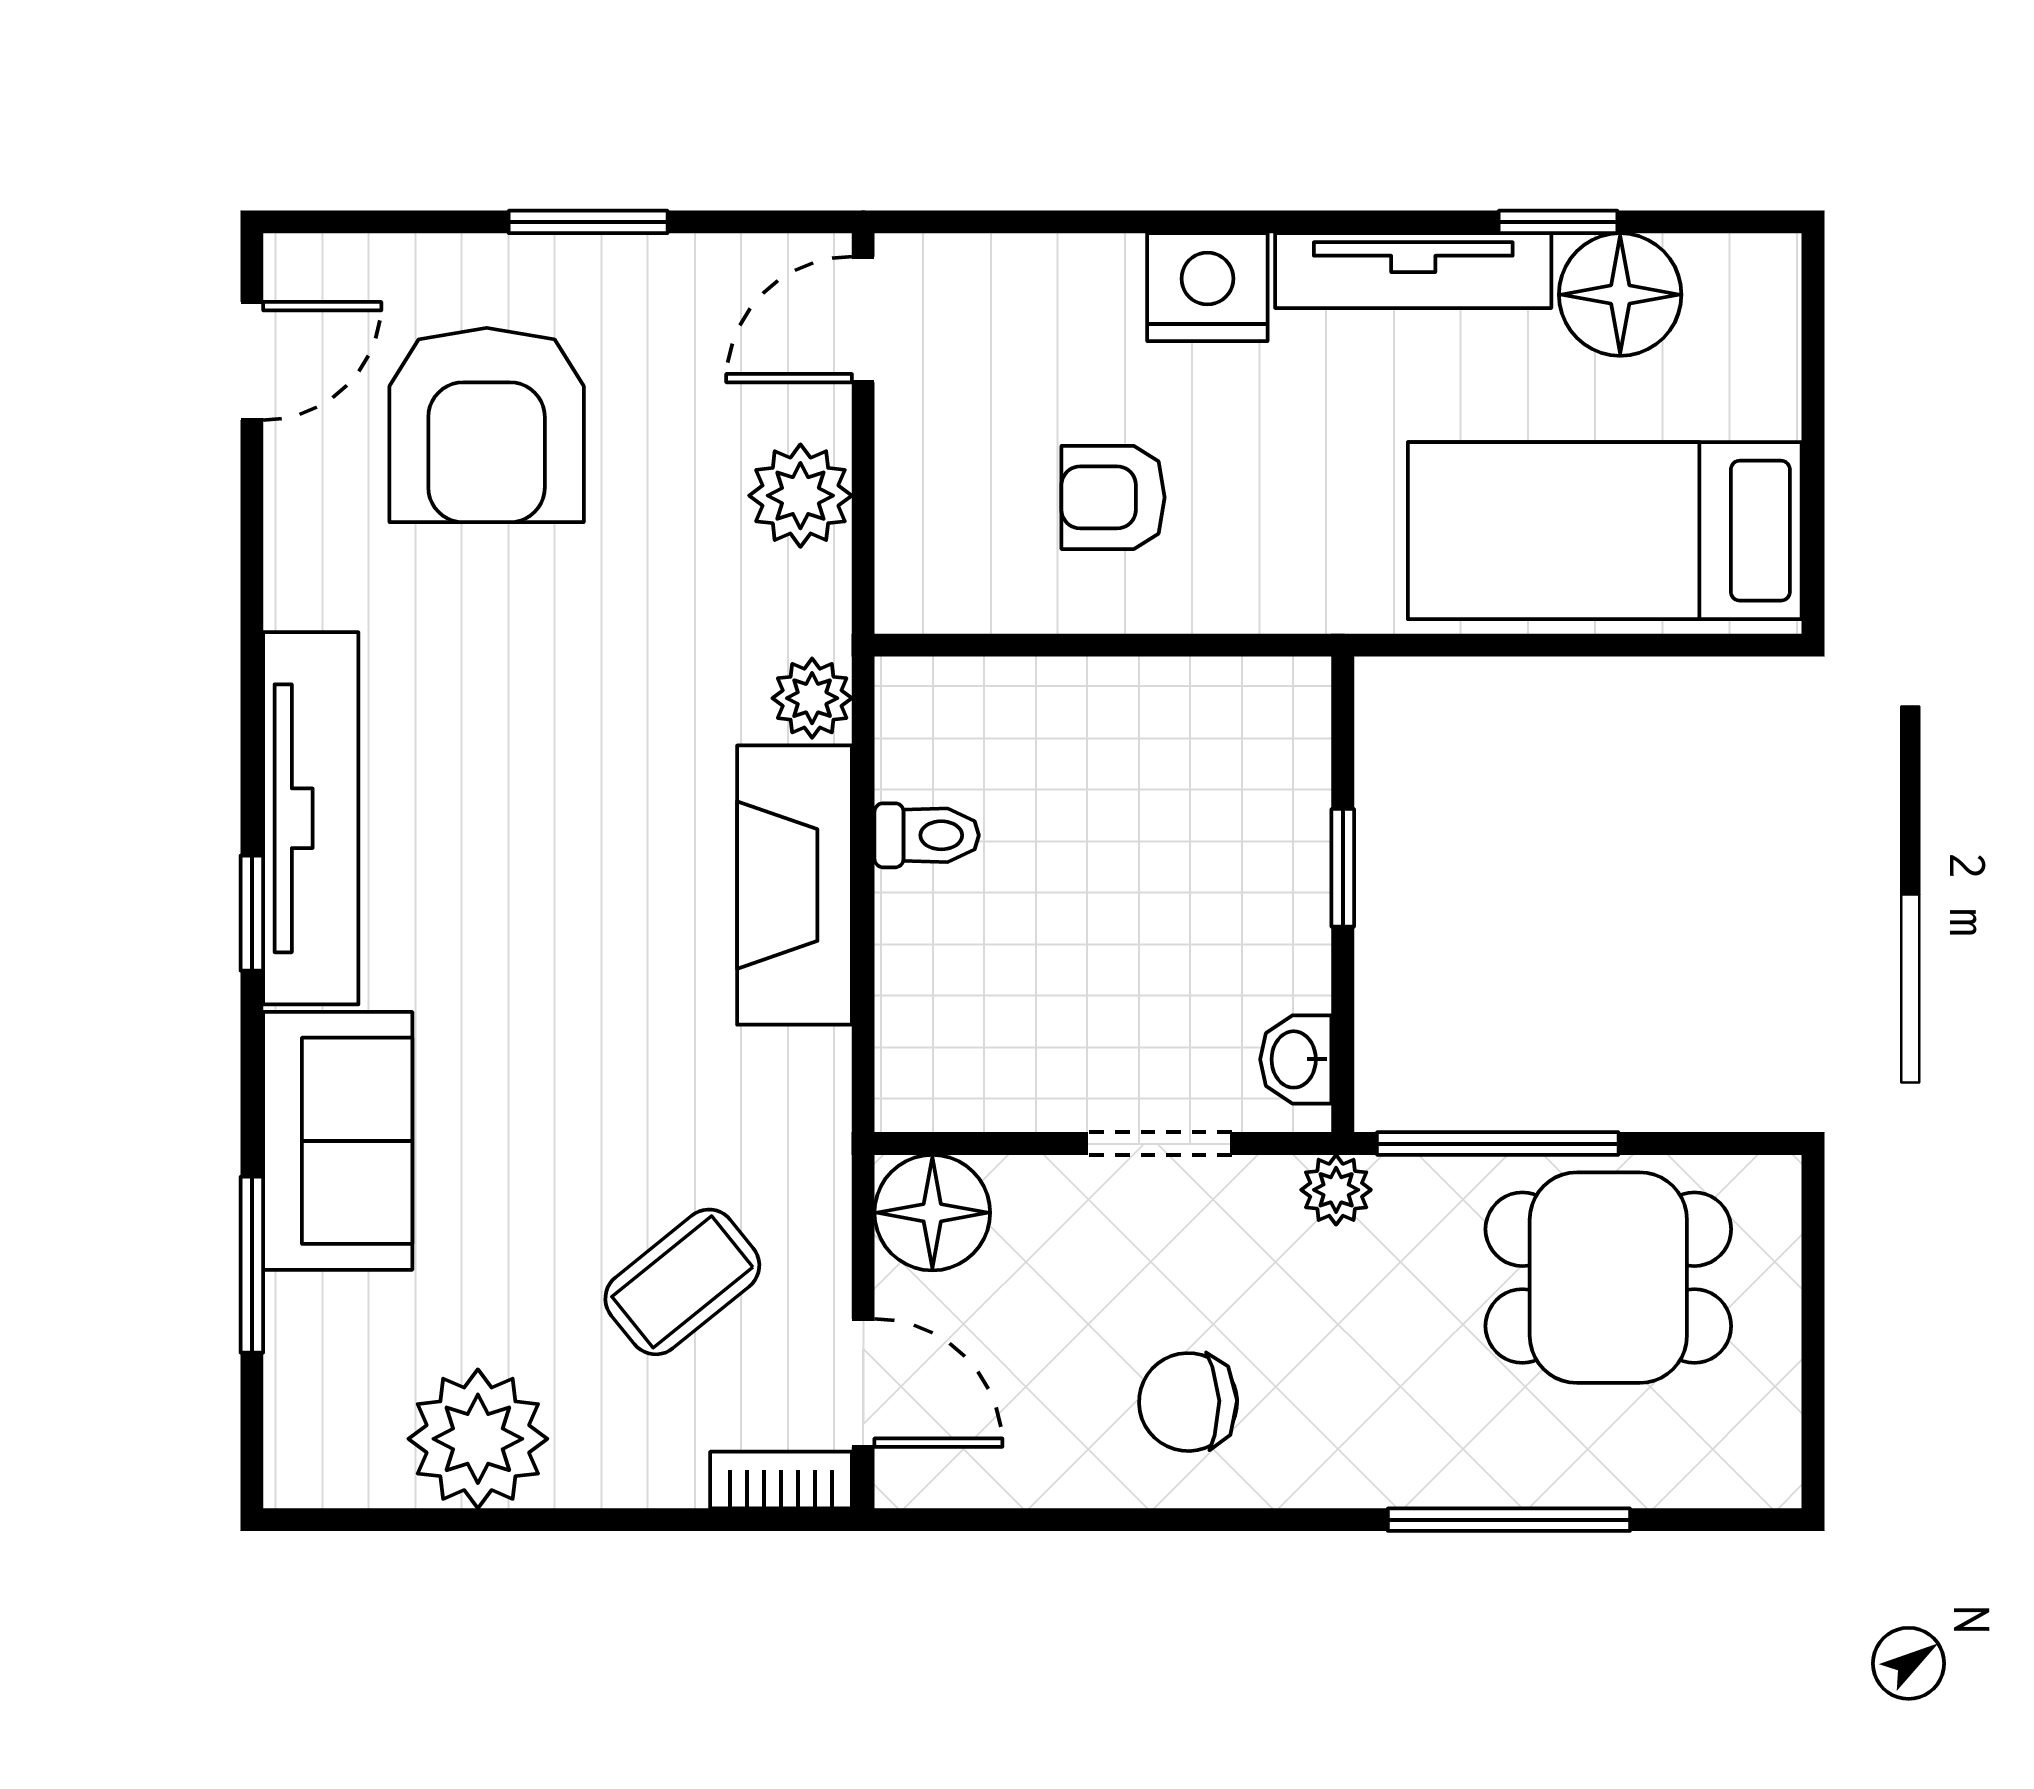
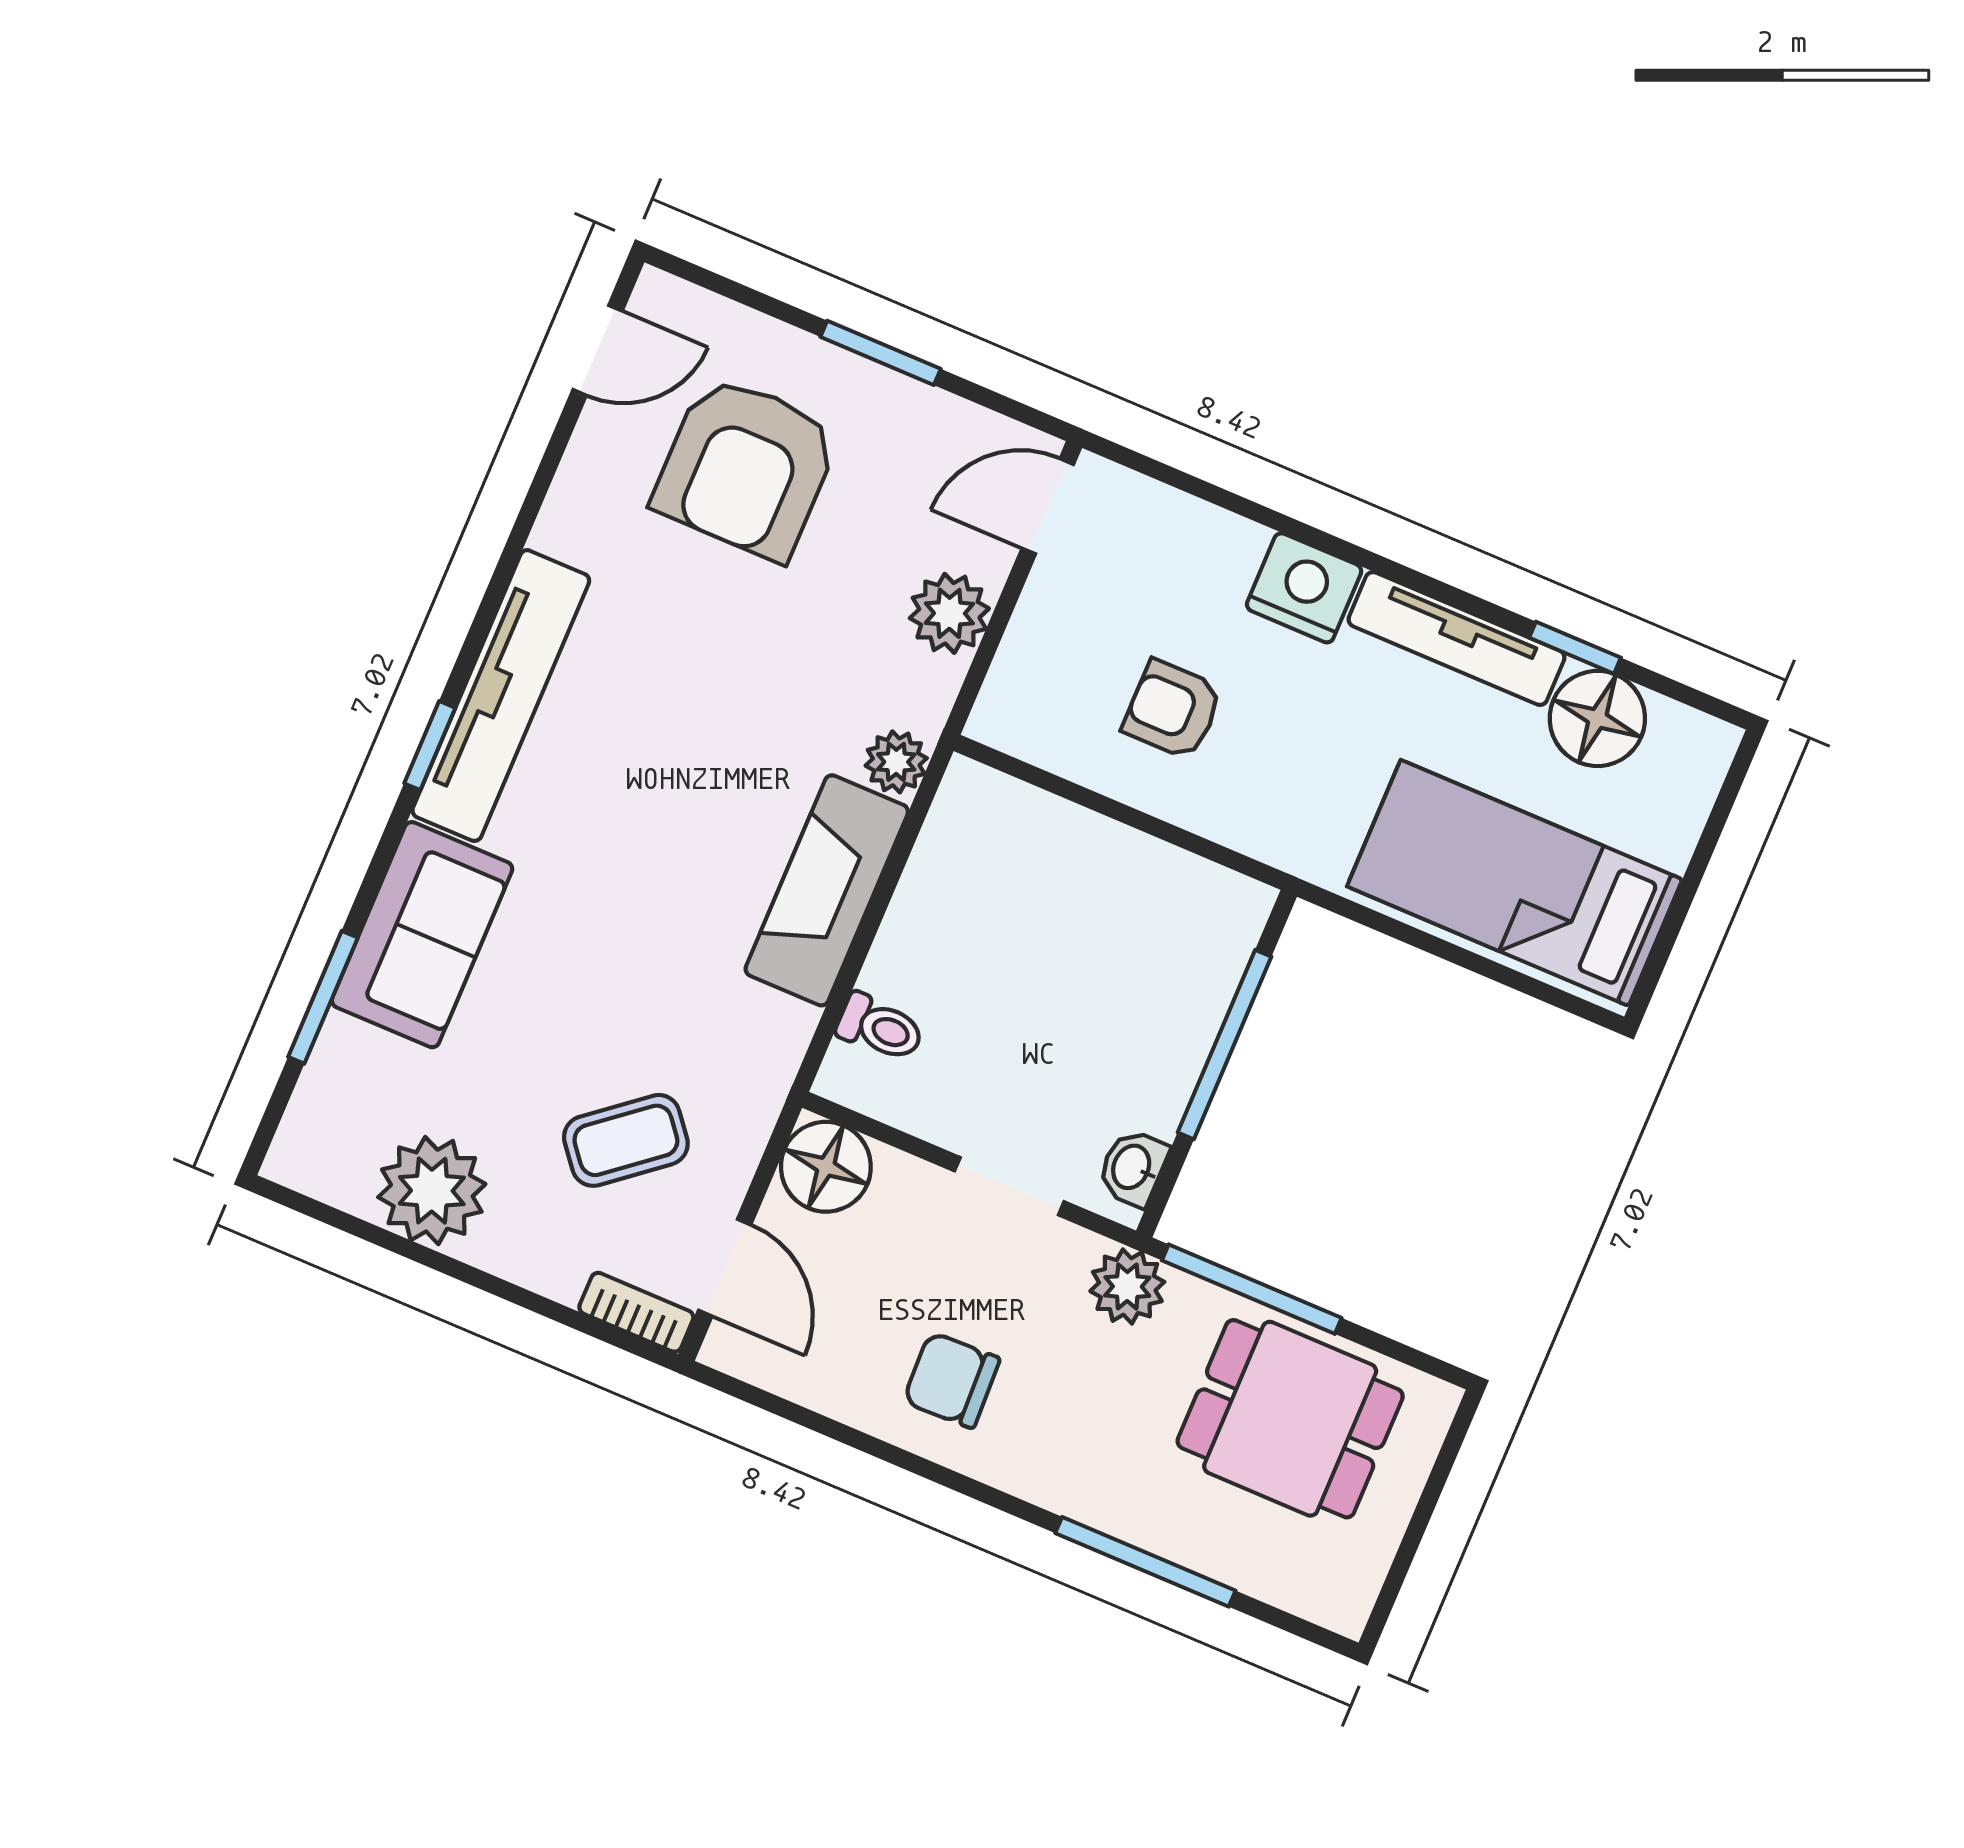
toilet: (927, 835) -> (880, 1028), moved
window: (1343, 868) -> (1225, 1045), width x2.17
plant: (1336, 1190) -> (1127, 1287), width x1.38, depth x1.38

